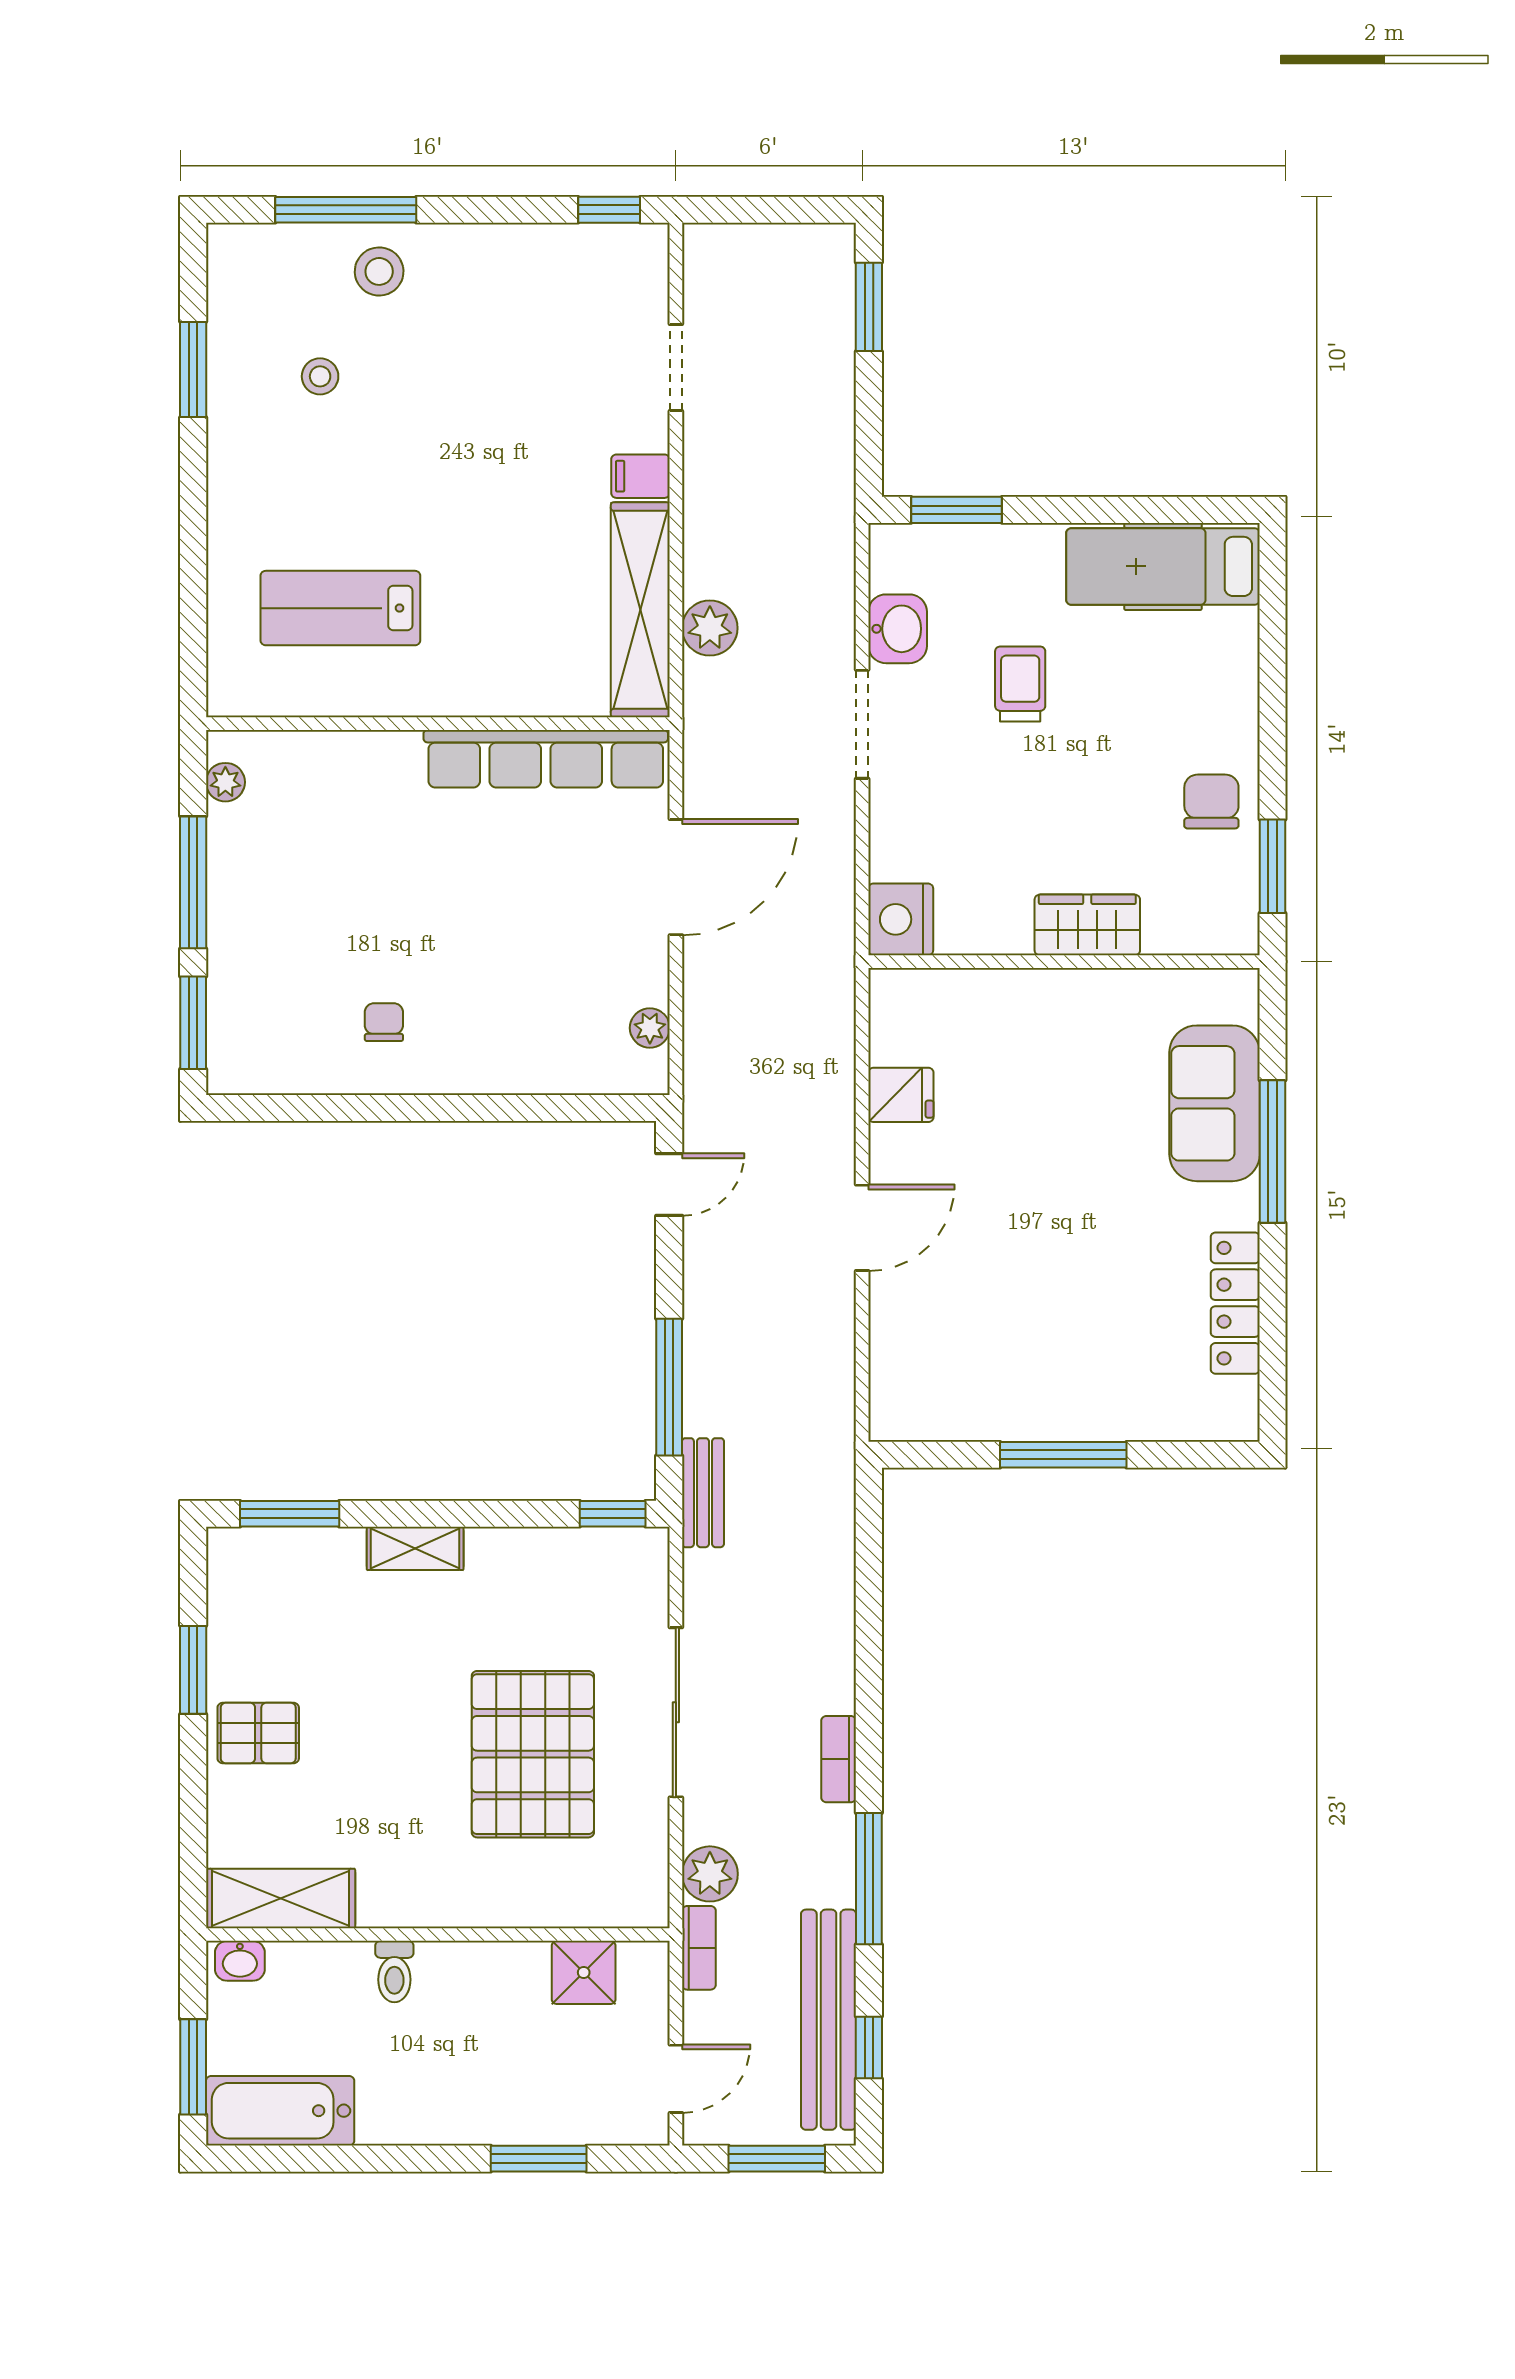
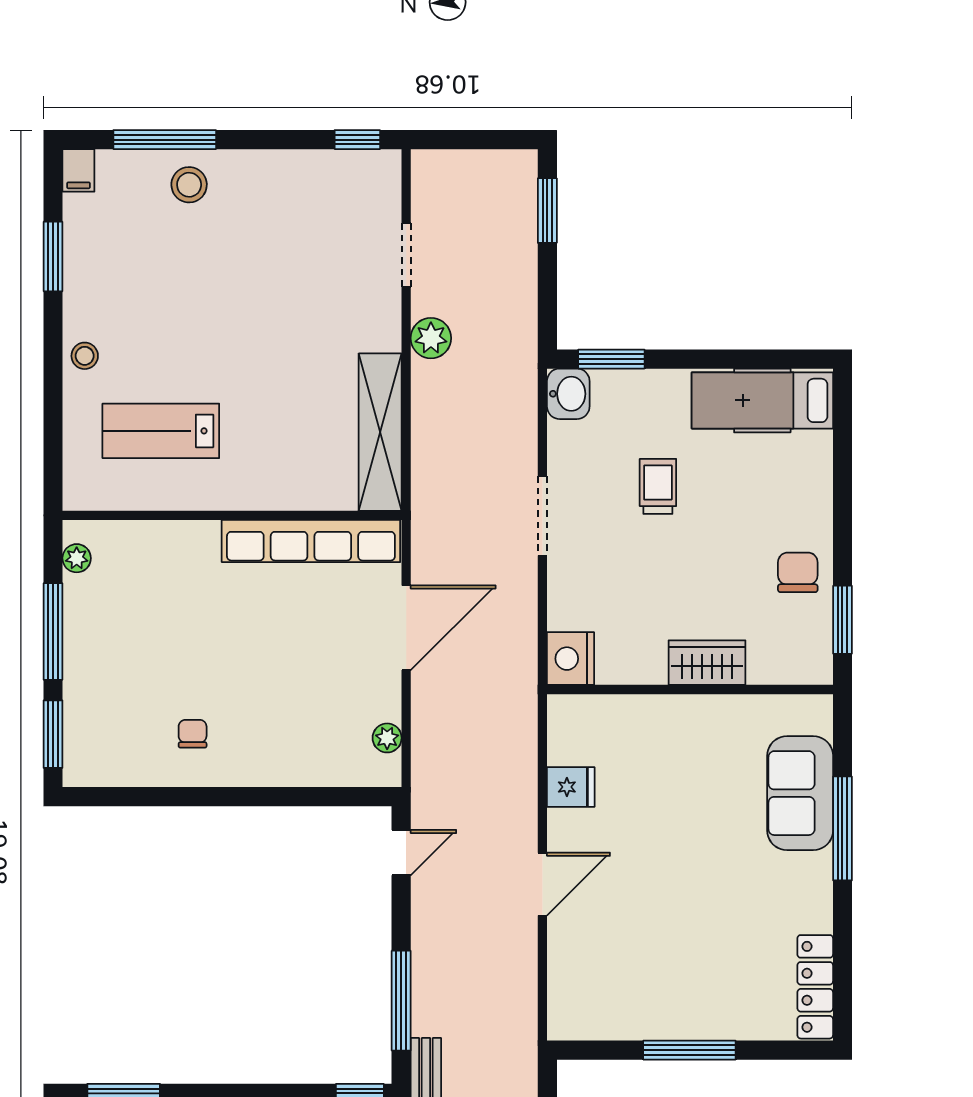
stool: (320, 376) -> (85, 356), moved
filing cabinet: (641, 476) -> (78, 170), moved, turned -90
plant: (710, 628) -> (431, 338), moved
washbasin: (898, 629) -> (568, 394), moved
locker: (1235, 1303) -> (815, 987), moved

